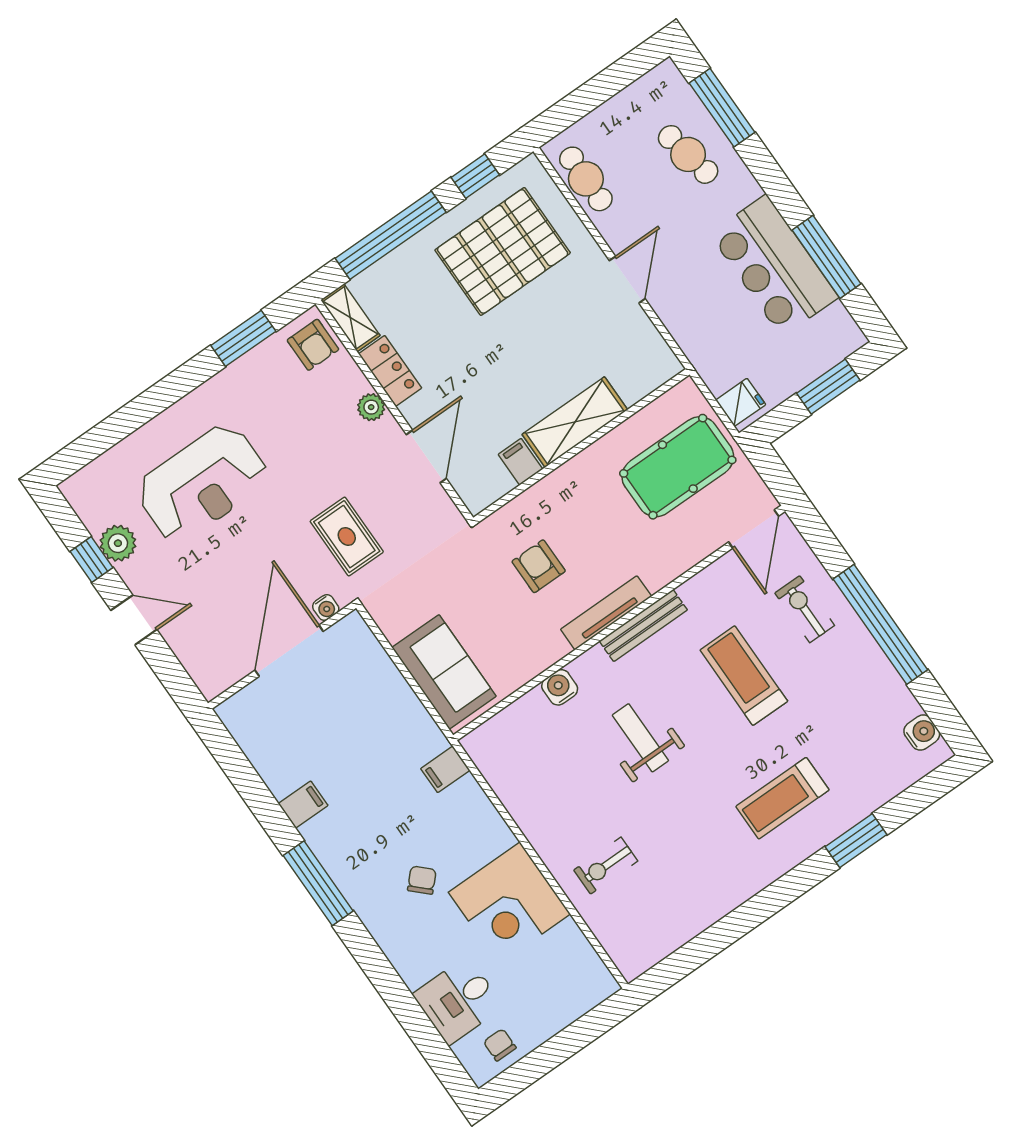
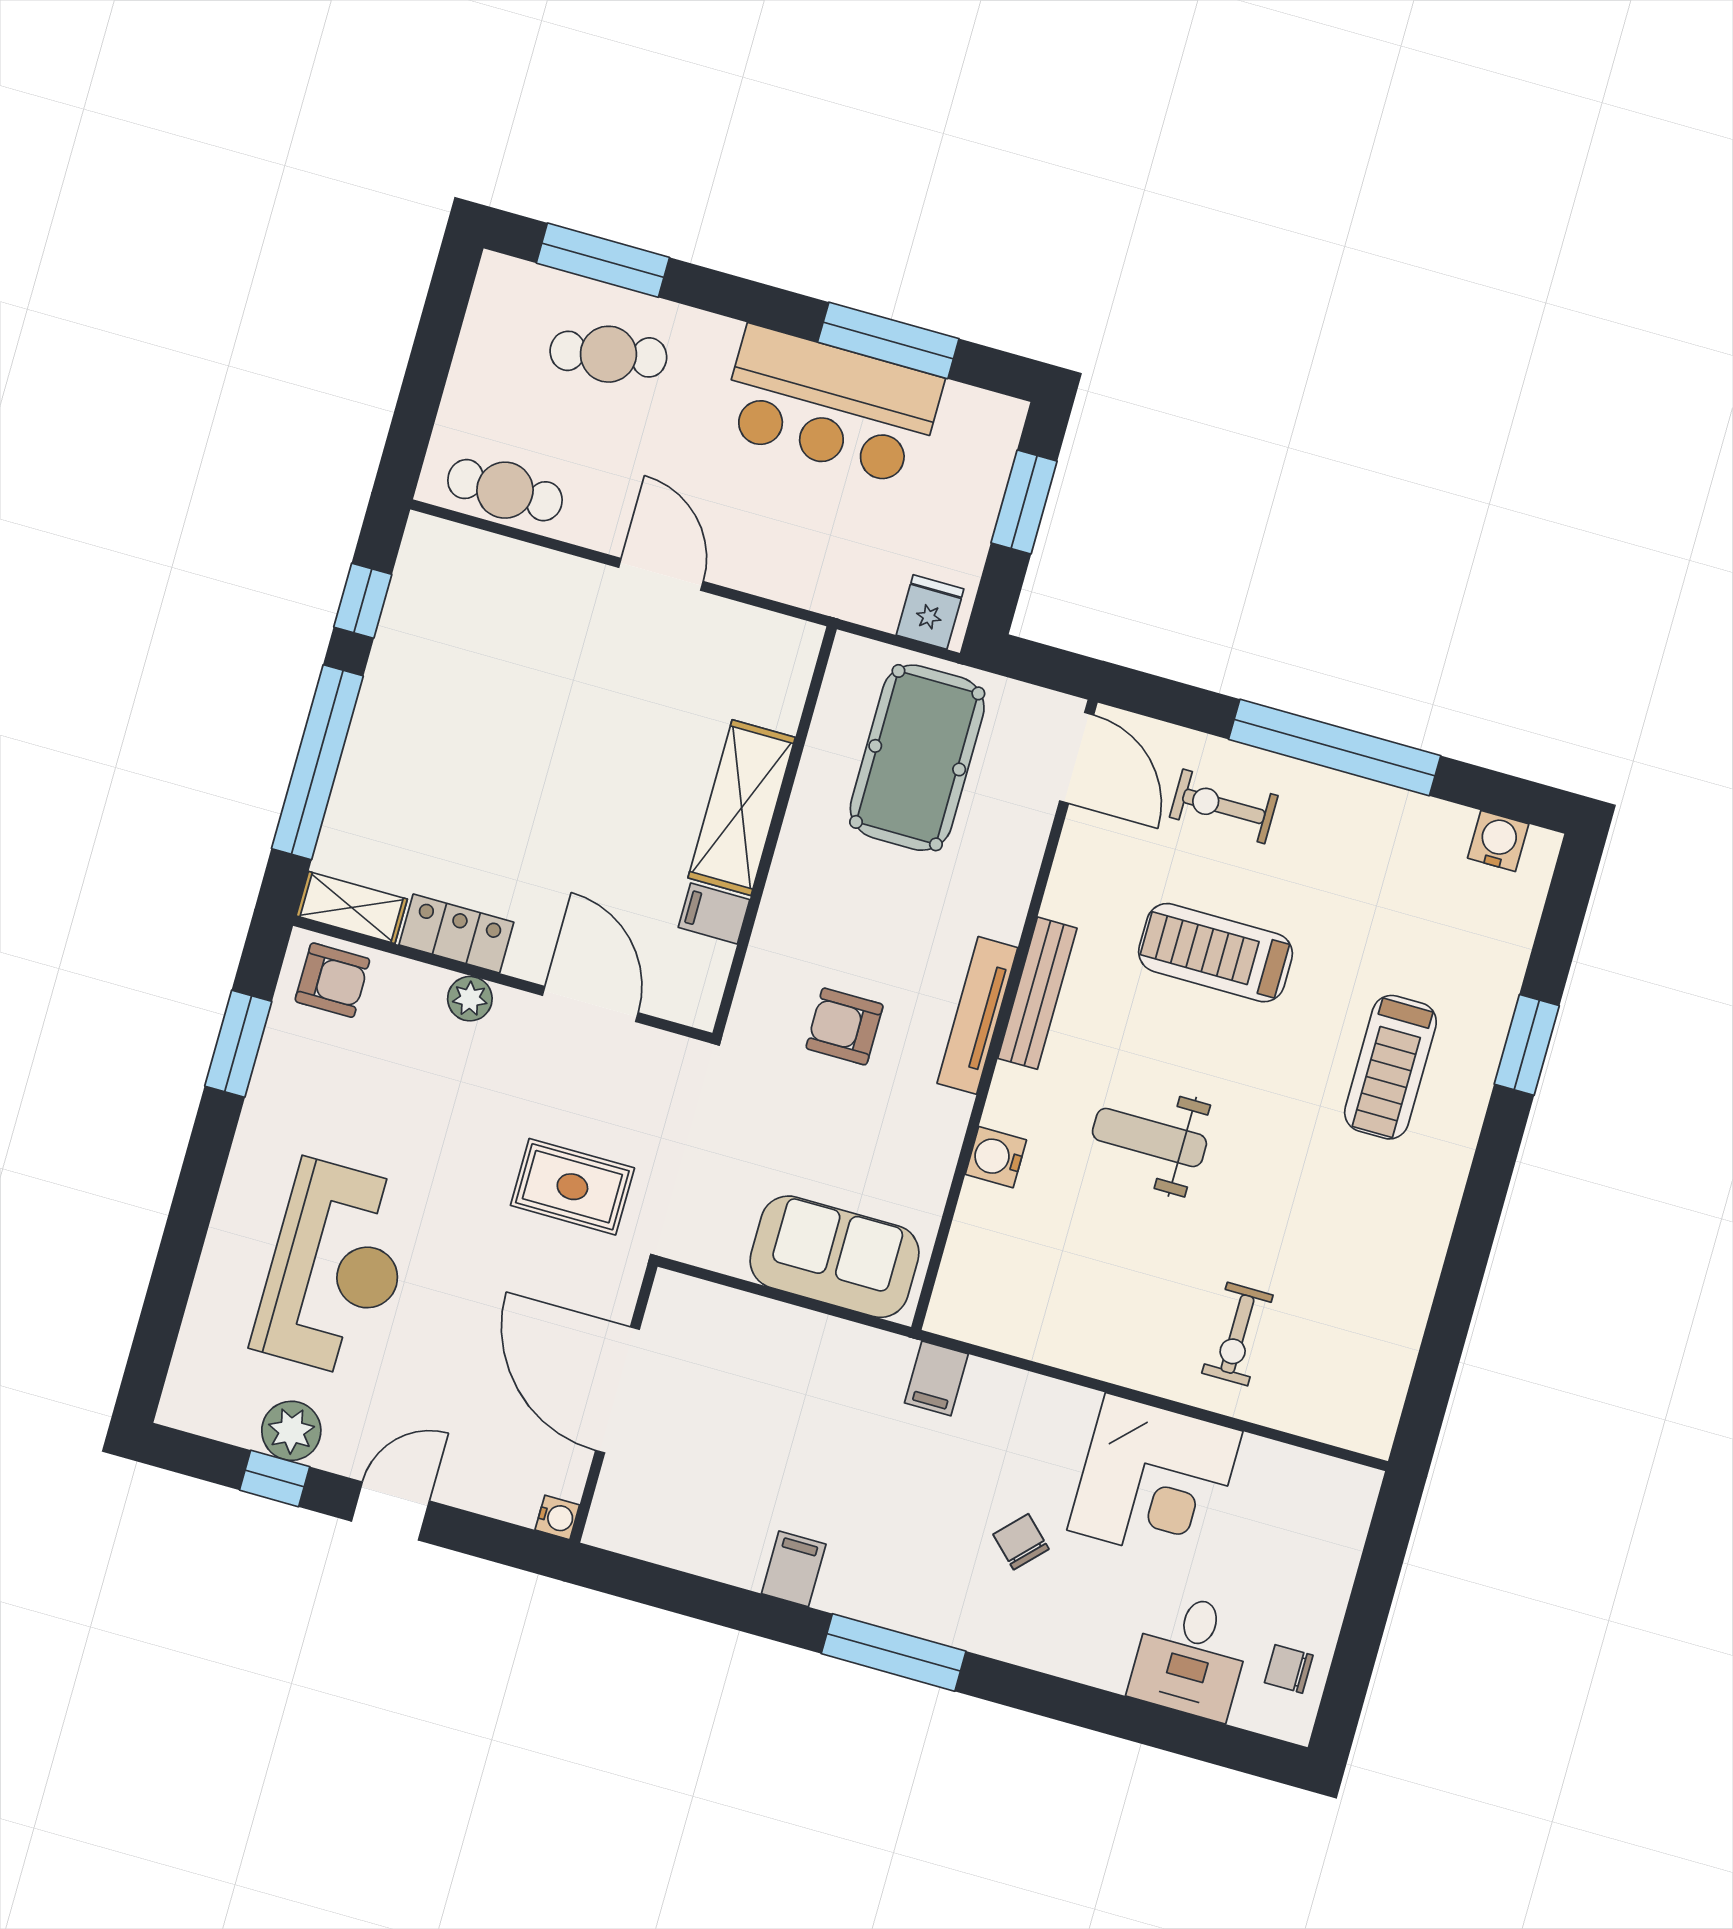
pallet: (503, 251) -> (475, 667), removed
water cooler: (326, 608) -> (557, 1517), moved

